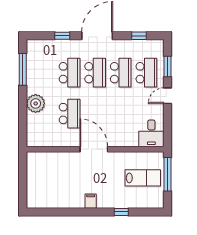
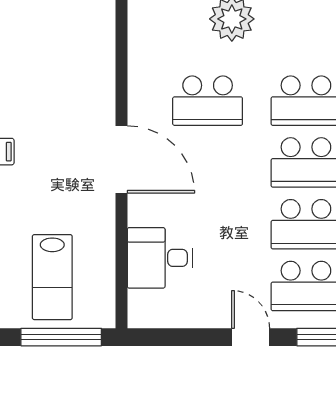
desk: (151, 133) -> (160, 258), moved
door: (94, 149) -> (121, 159), hinge flipped

